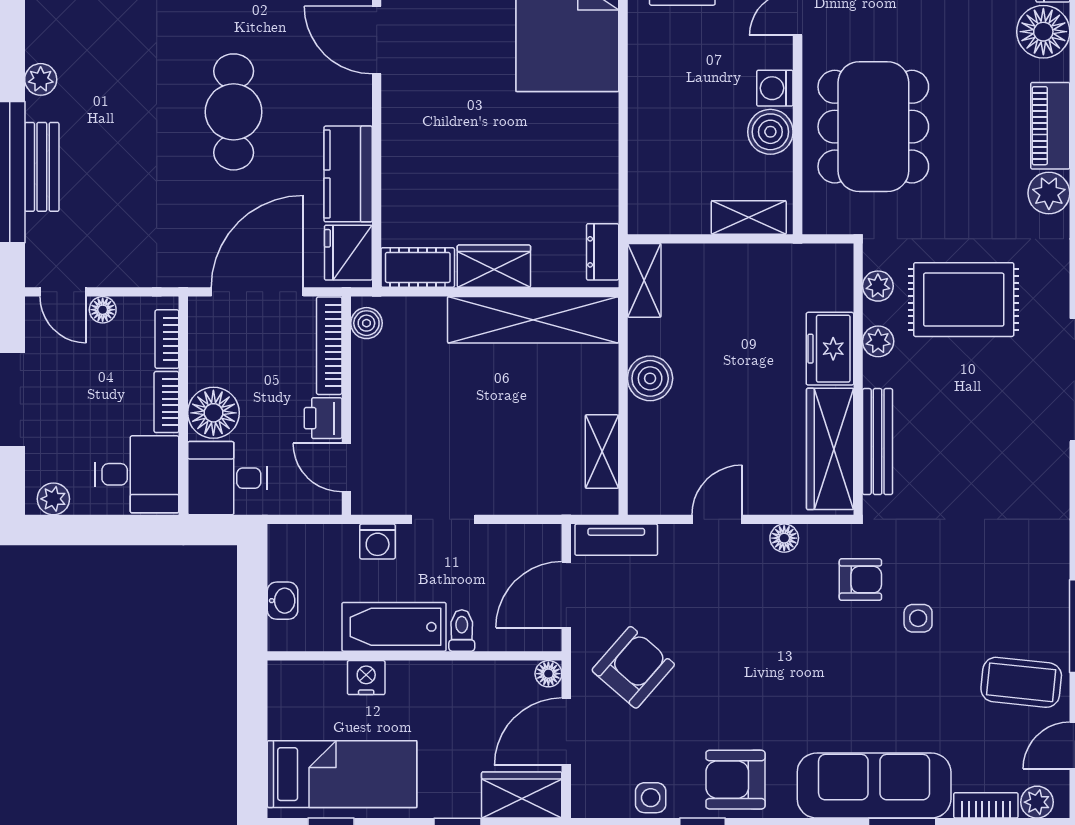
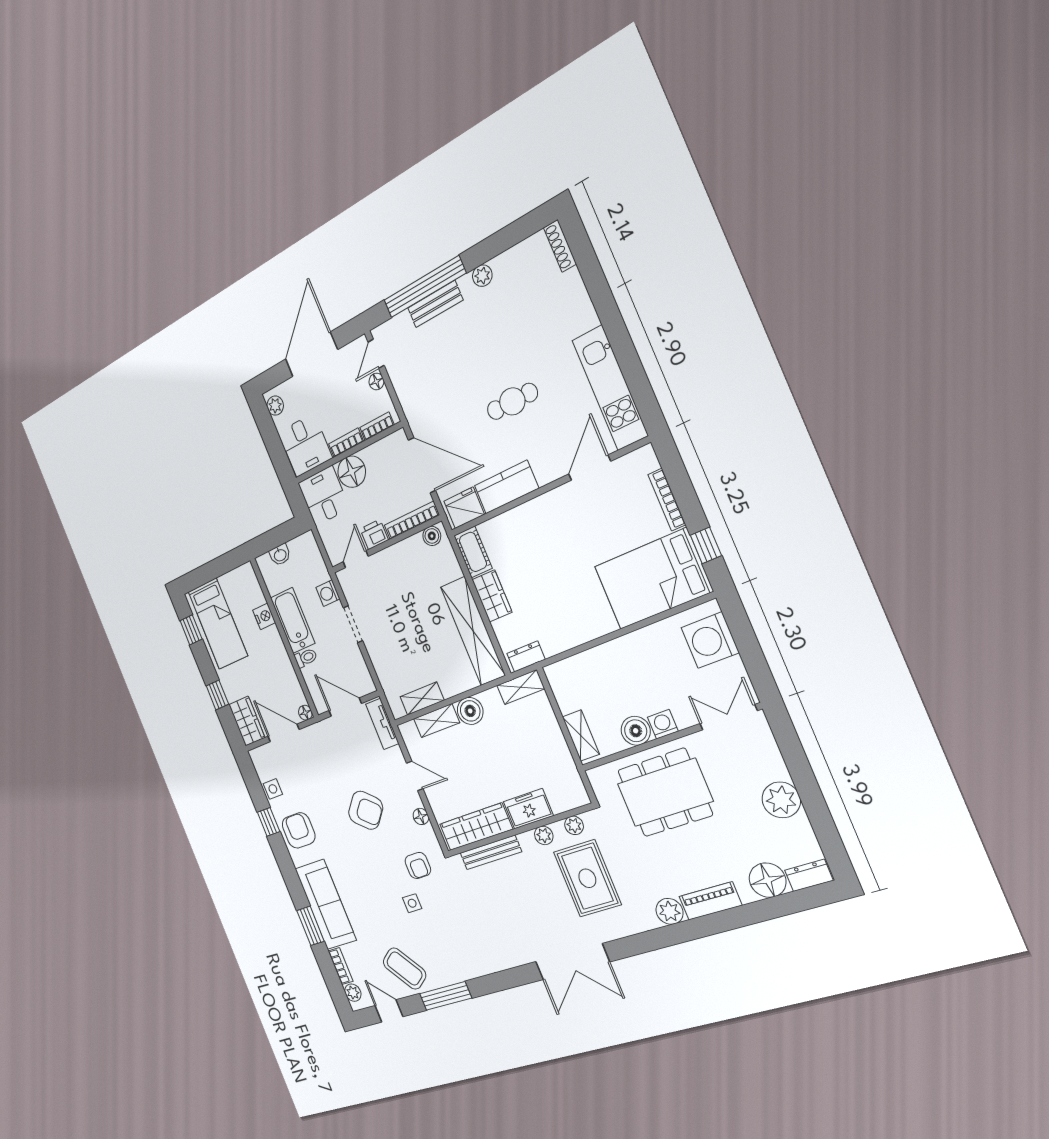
cafe table: (234, 112) -> (512, 401), width x0.73, depth x0.74
shelving: (645, 442) -> (437, 721), added
armchair: (633, 667) -> (366, 810), moved
coffee table: (1021, 682) -> (404, 969), turned -42

